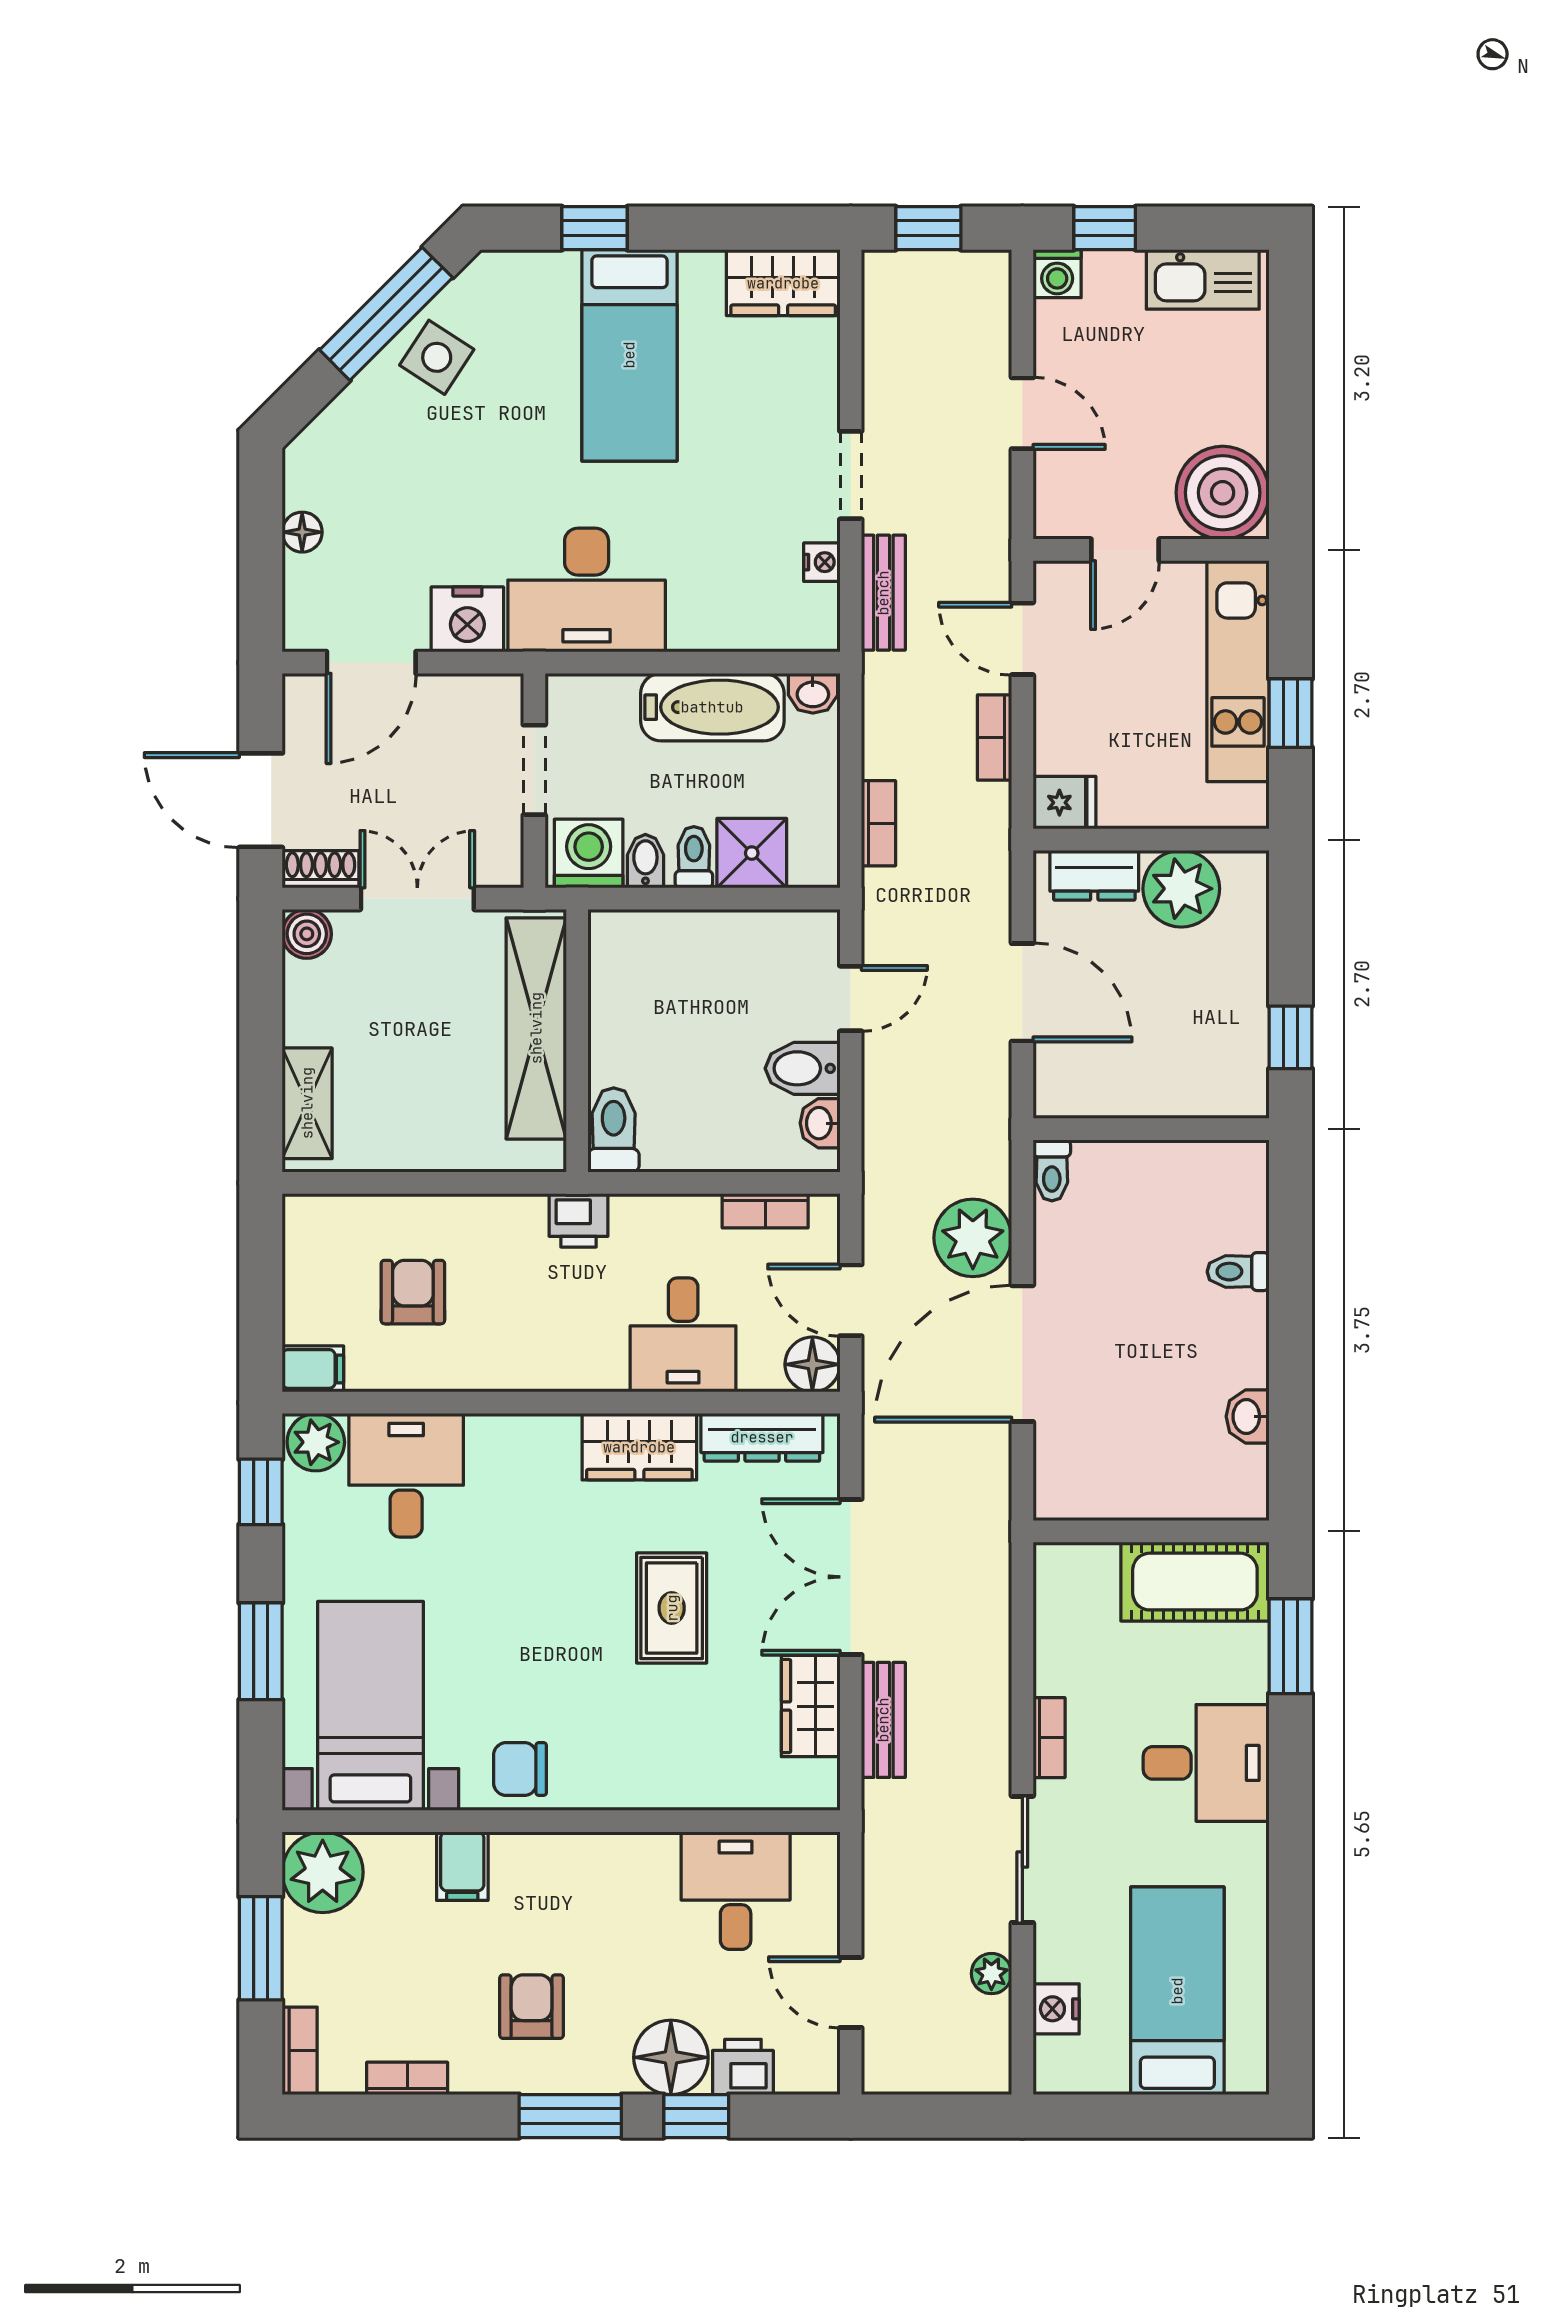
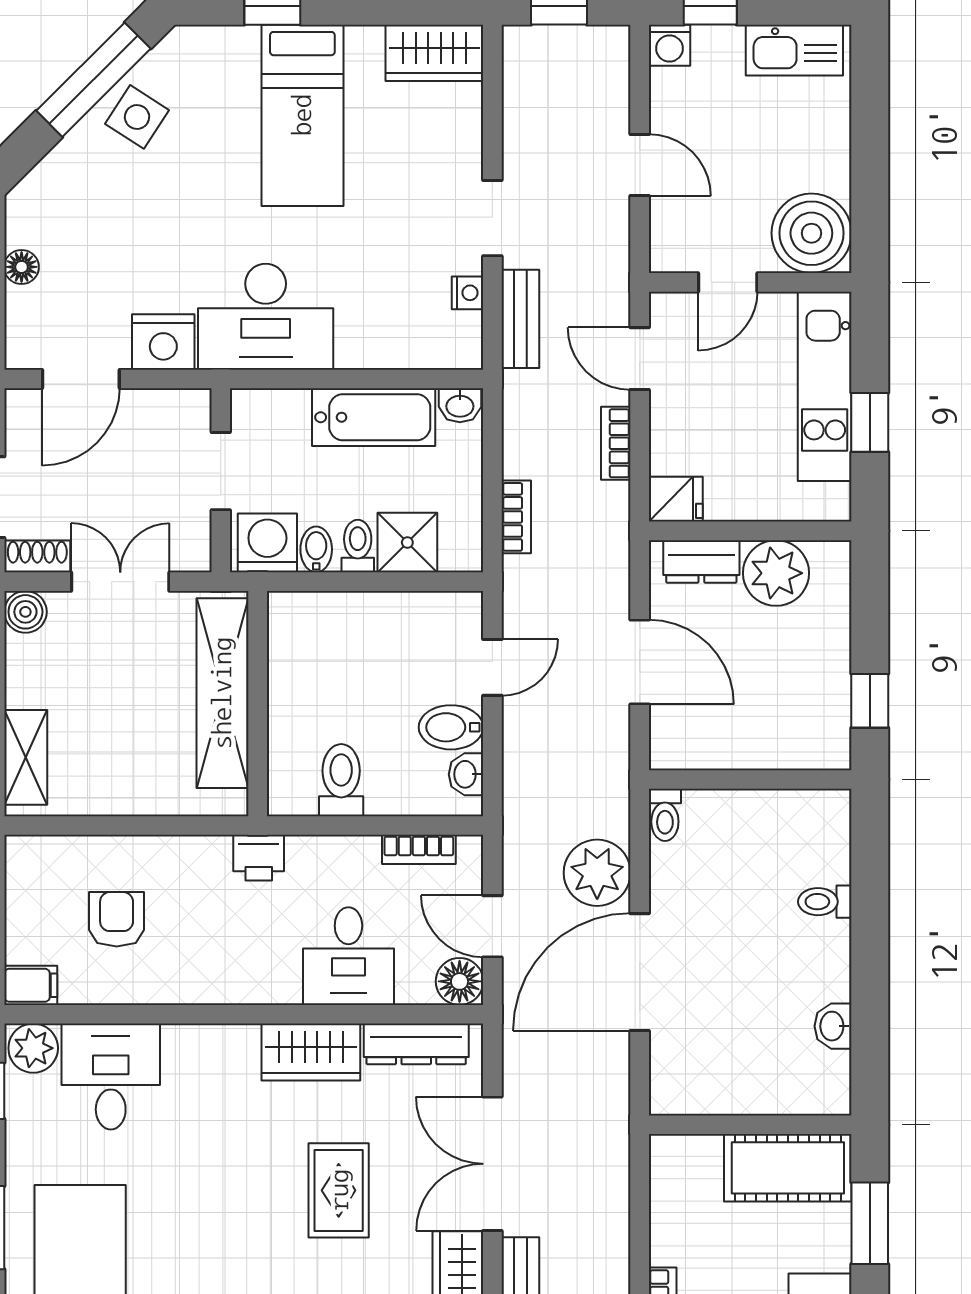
toilet: (614, 1130) -> (341, 780), moved

